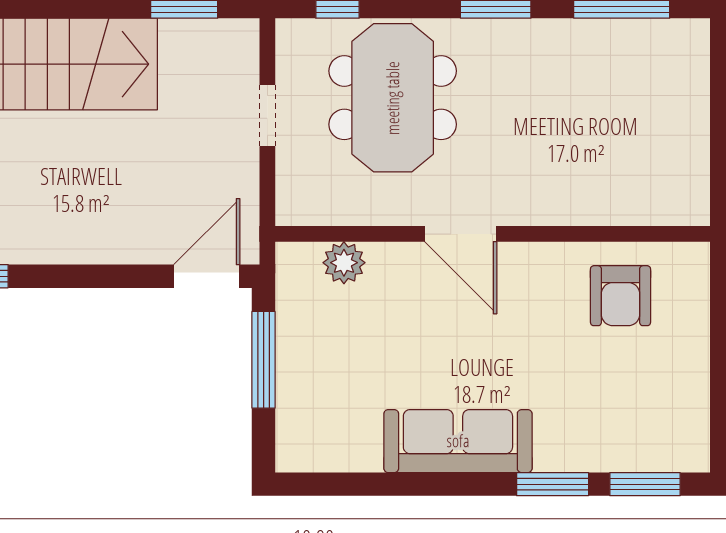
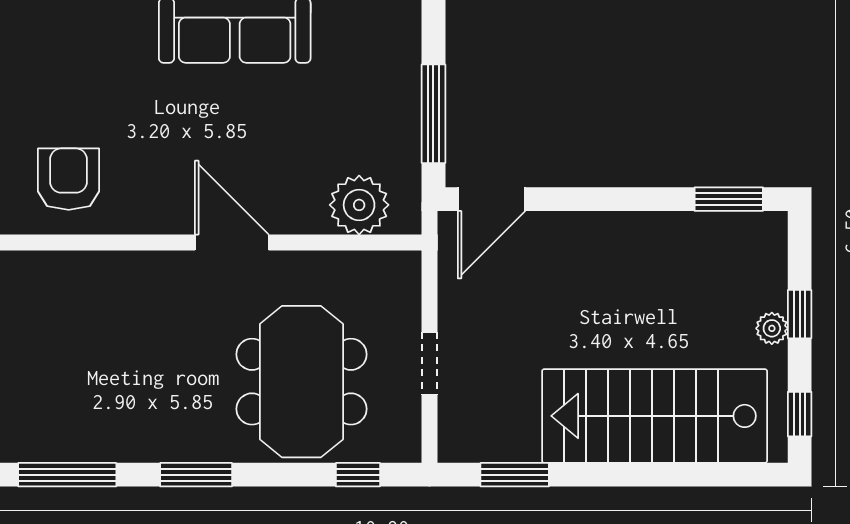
plant: (344, 263) -> (359, 205), width x1.36, depth x1.36

